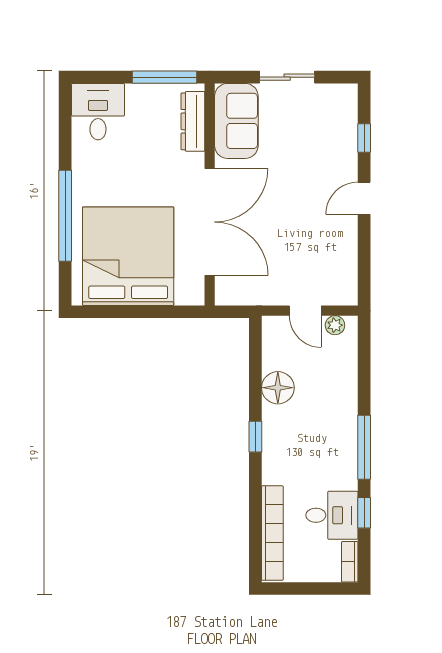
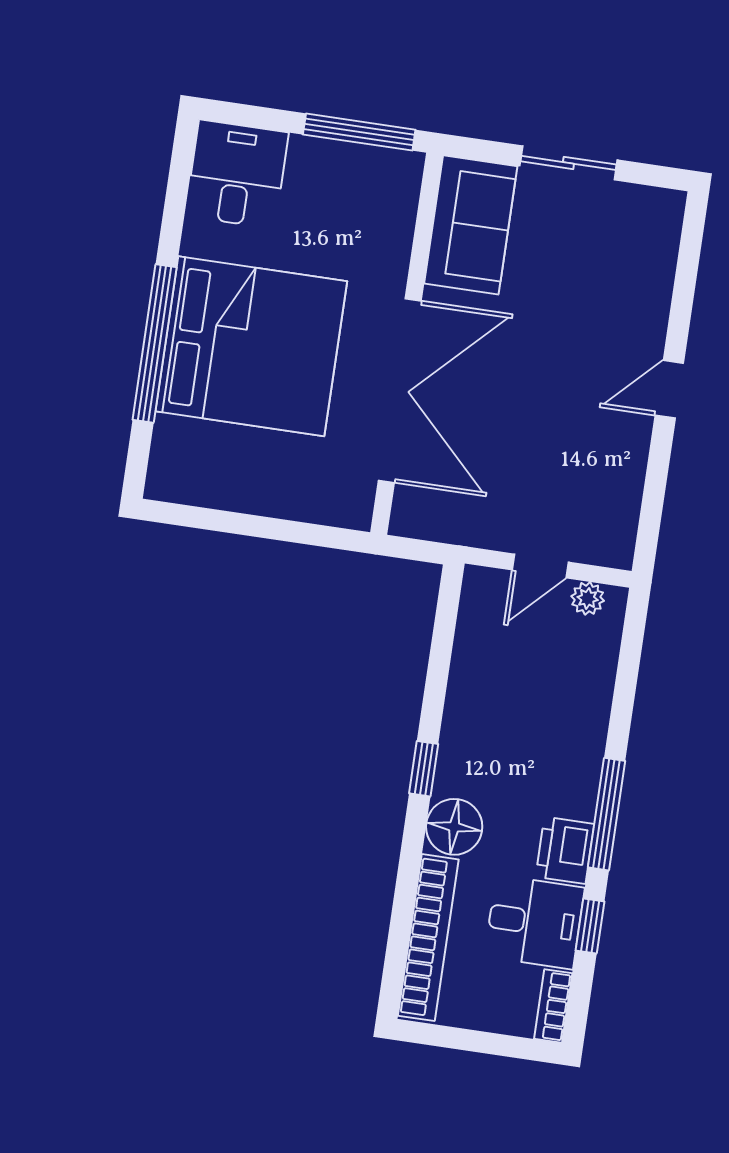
dresser: (193, 121) -> (397, 215), removed
window: (364, 138) -> (684, 286), removed
bed: (128, 256) -> (251, 346), moved, turned 90
door: (305, 311) -> (540, 566), hinge flipped
floor lamp: (278, 388) -> (454, 827), moved
printer: (343, 471) -> (565, 850), added

